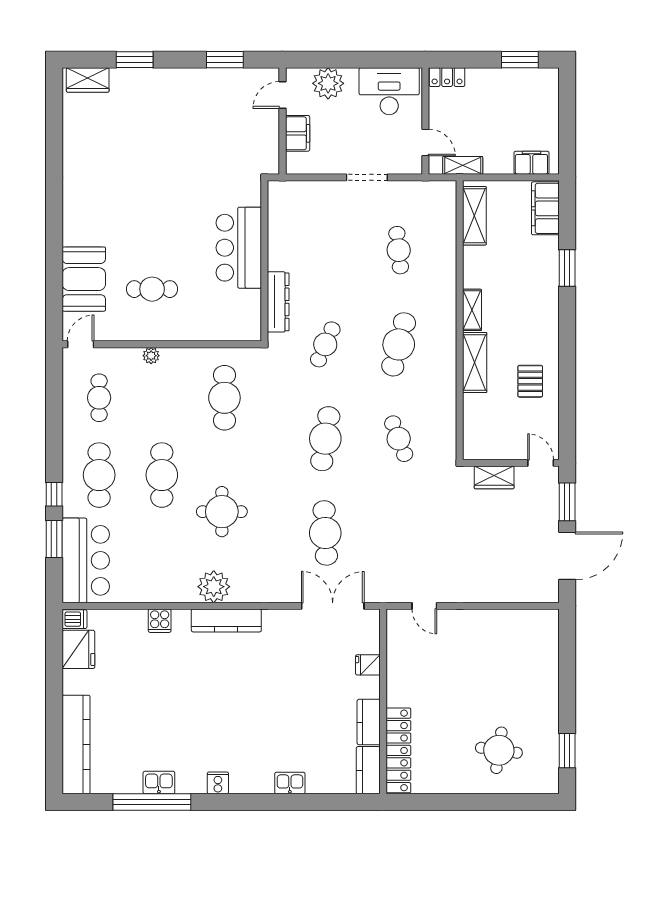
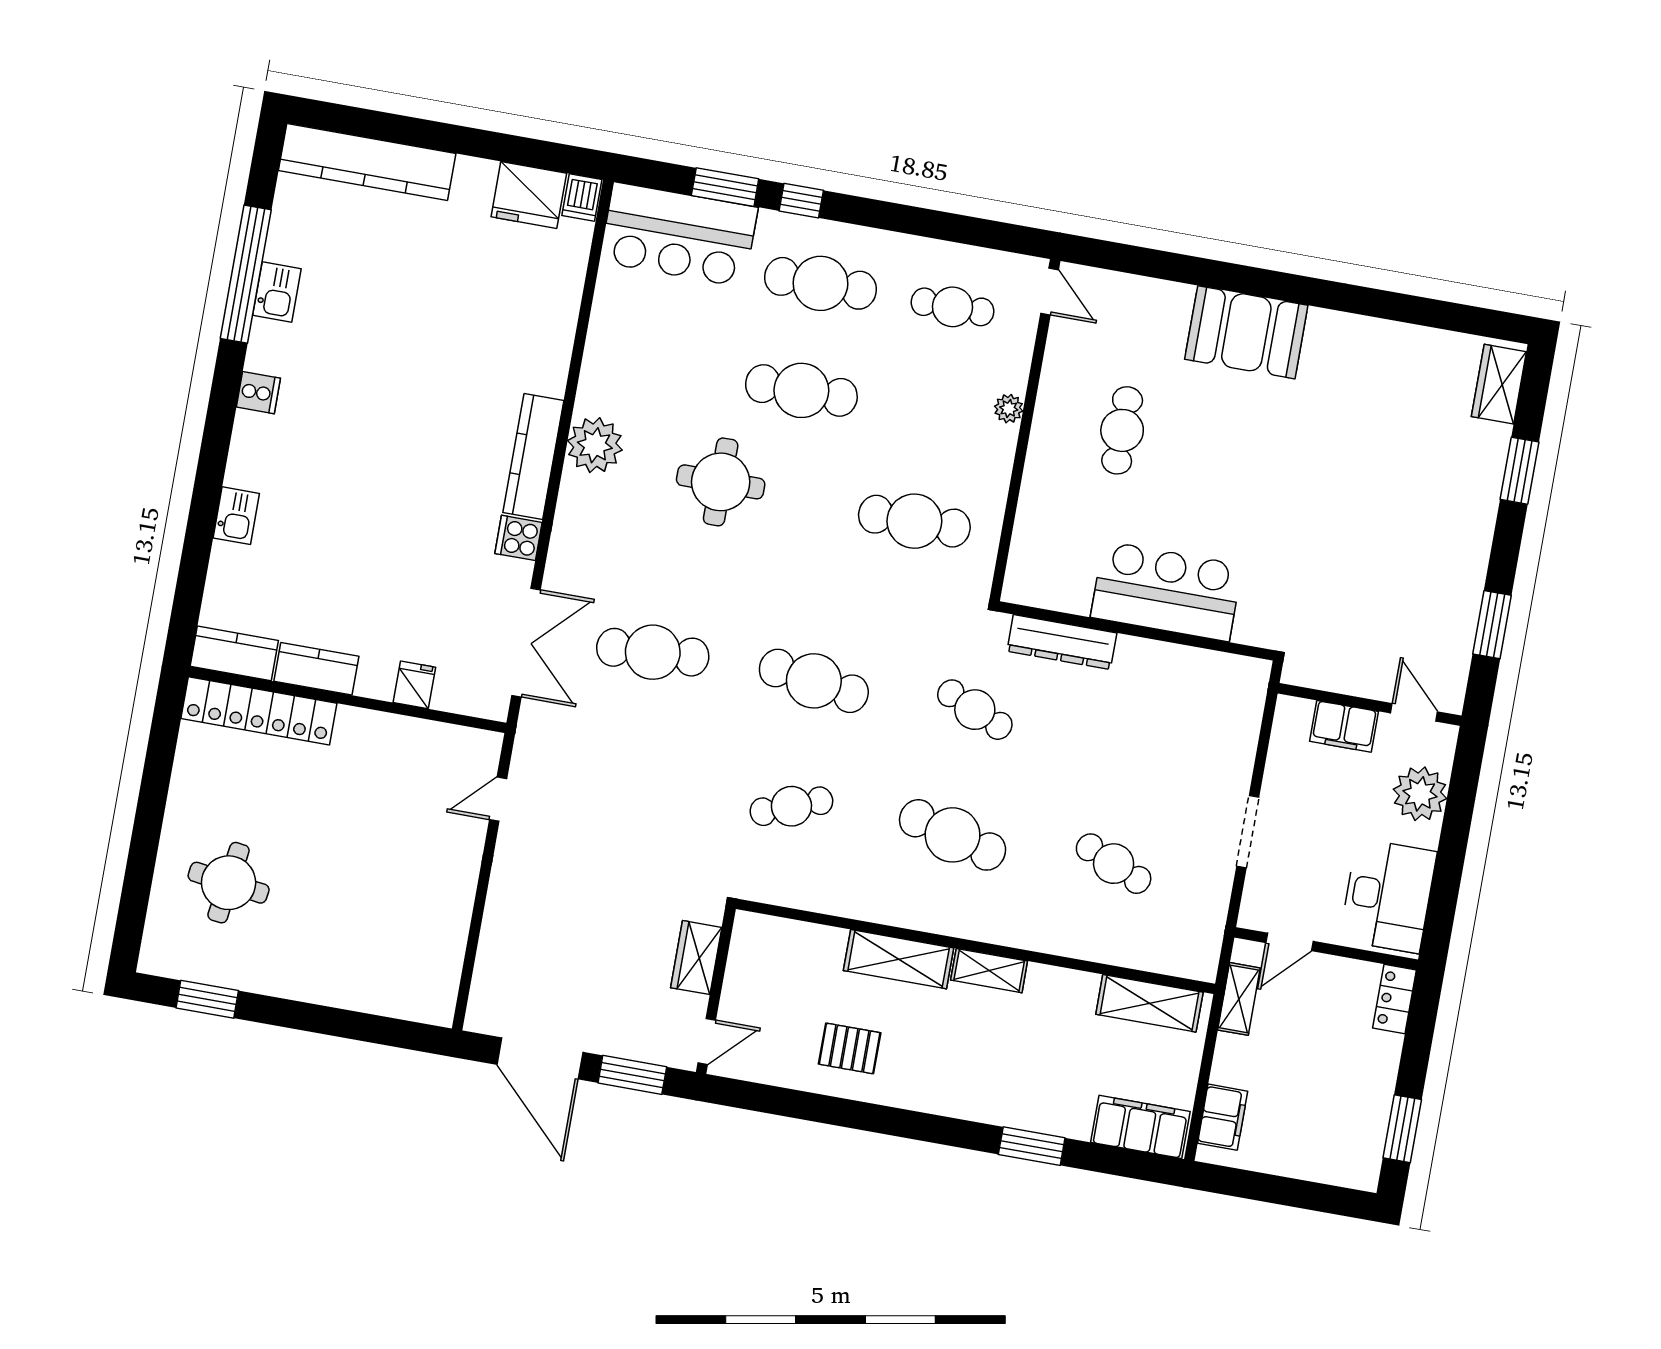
cafe table: (399, 250) -> (1114, 864), turned 30
booth: (84, 279) -> (1246, 332), moved
cooker: (160, 621) -> (518, 538), moved

